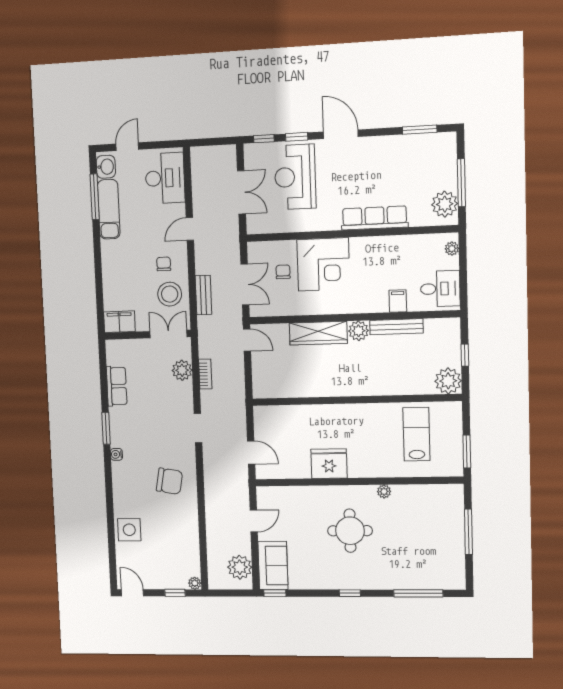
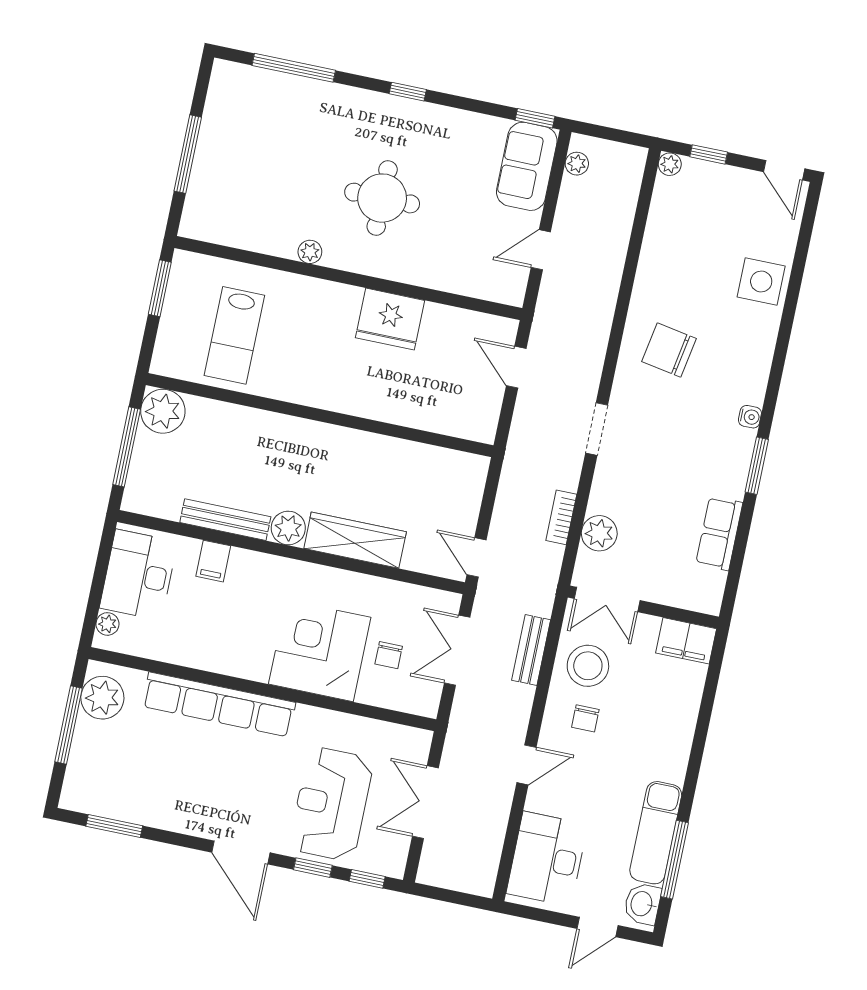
reception desk: (295, 177) -> (331, 804), turned 180
row of seats: (375, 218) -> (219, 704), width x1.36
desk: (440, 289) -> (139, 575), width x1.37
window: (465, 355) -> (127, 447), width x2.17
plant: (240, 567) -> (577, 164), width x0.53, depth x0.53

